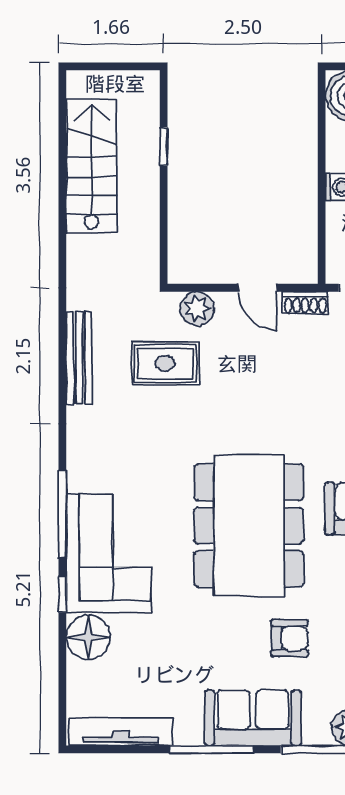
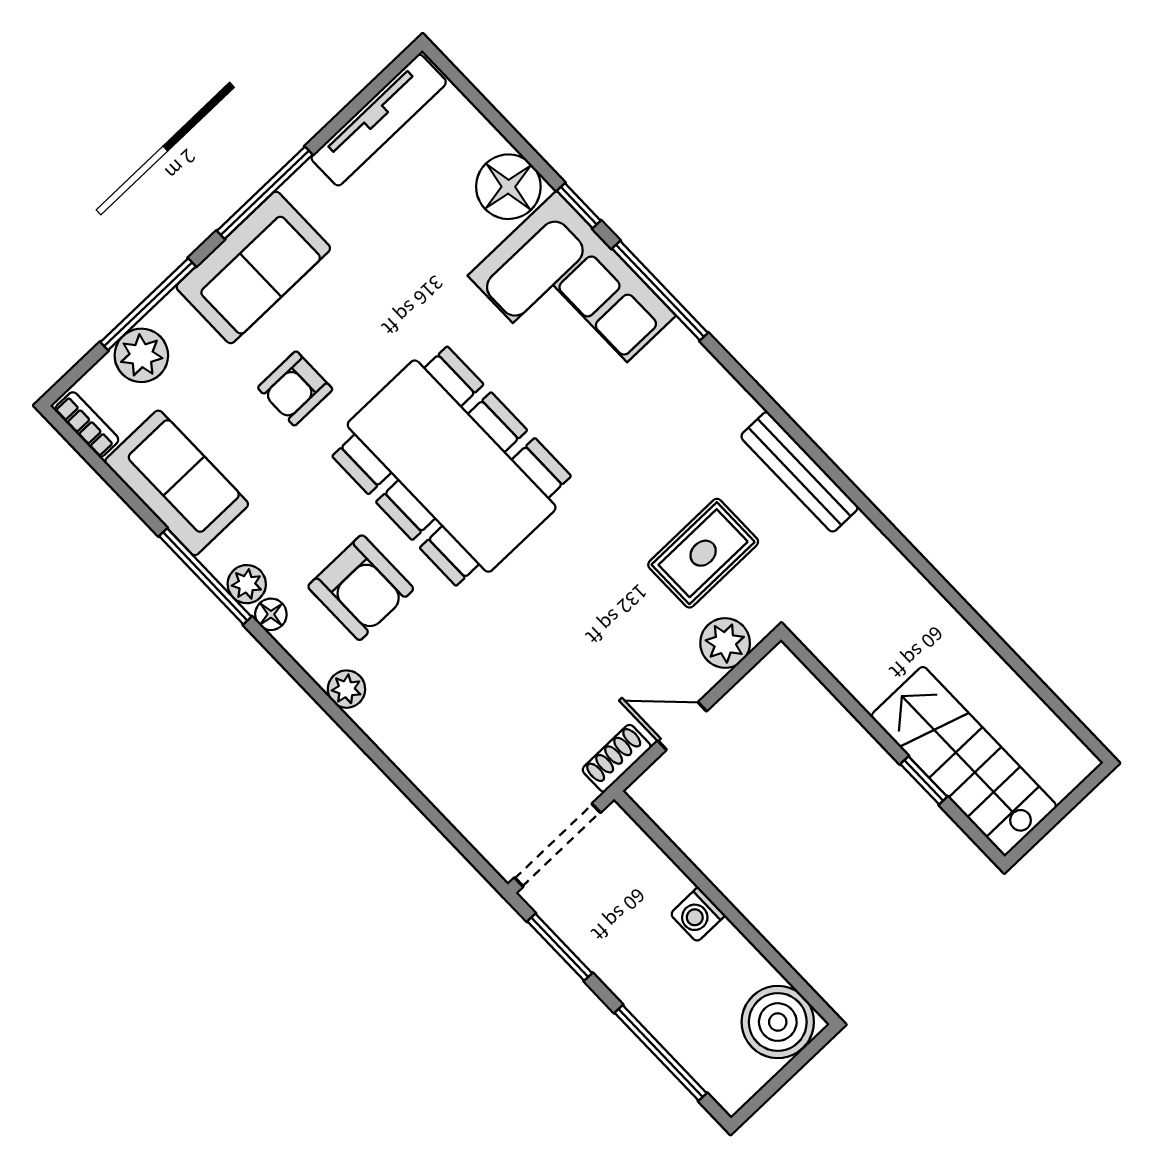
stairs: (91, 166) -> (964, 761), moved, turned 180

